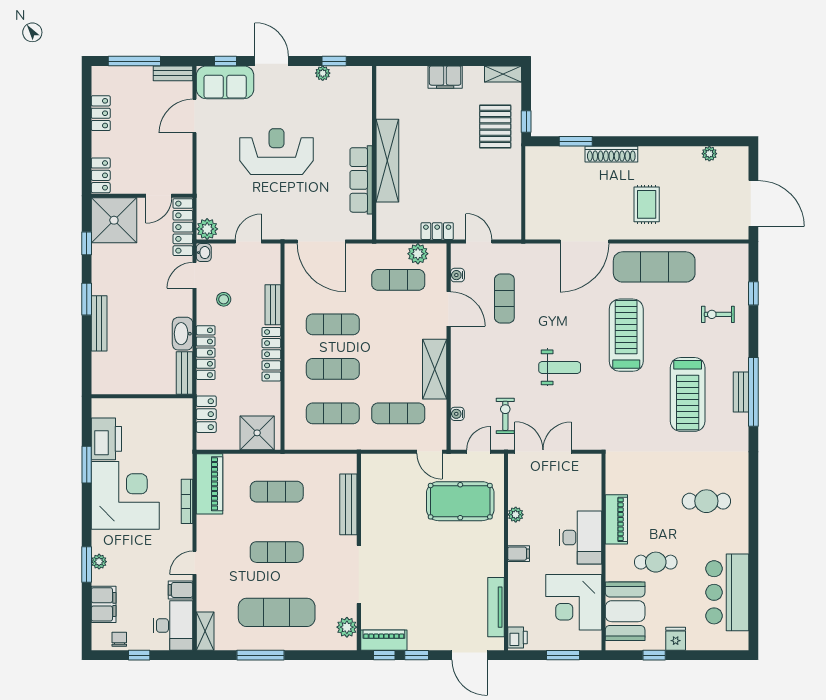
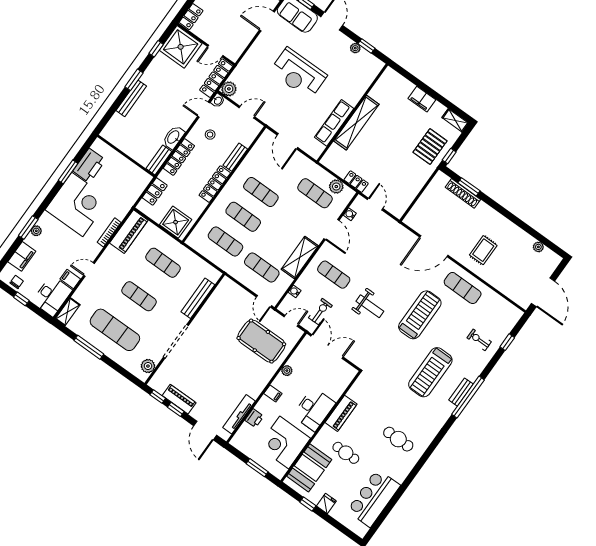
reception desk: (277, 152) -> (298, 73), turned 180
shoe rack: (611, 154) -> (463, 193), moved
door: (321, 242) -> (287, 141), width x0.73
exercise mat: (654, 267) -> (463, 288), width x0.73, depth x0.69
exercise mat: (504, 298) -> (334, 275), moved, turned 90
printer: (518, 637) -> (254, 418), moved
piano: (384, 640) -> (179, 399), moved

